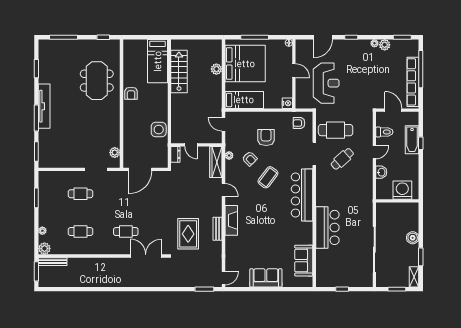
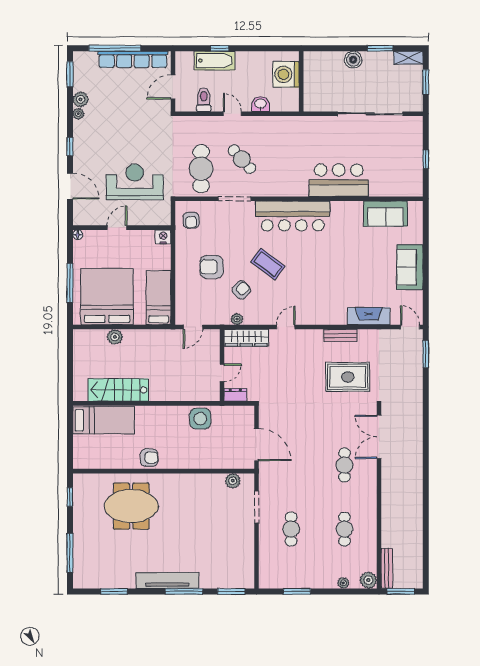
fireplace: (231, 220) -> (369, 316), moved

